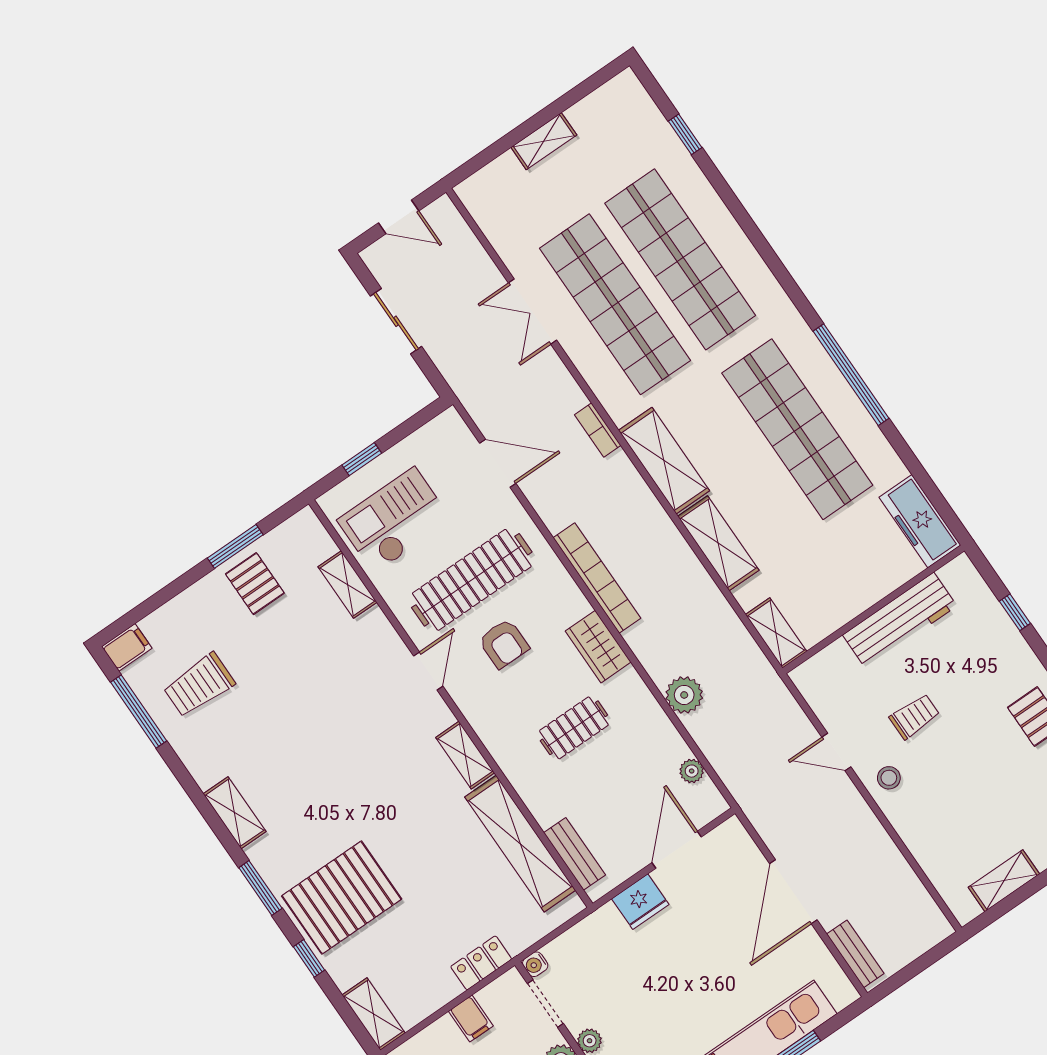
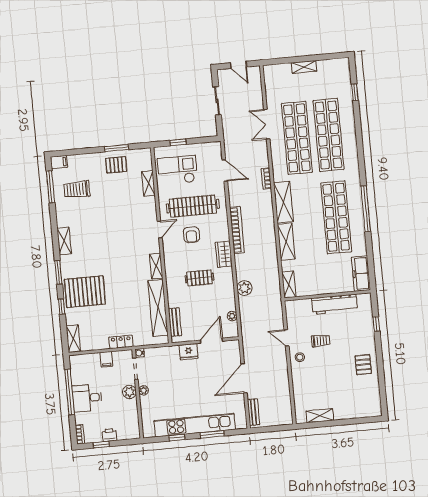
pallet: (255, 584) -> (116, 165), turned 90

